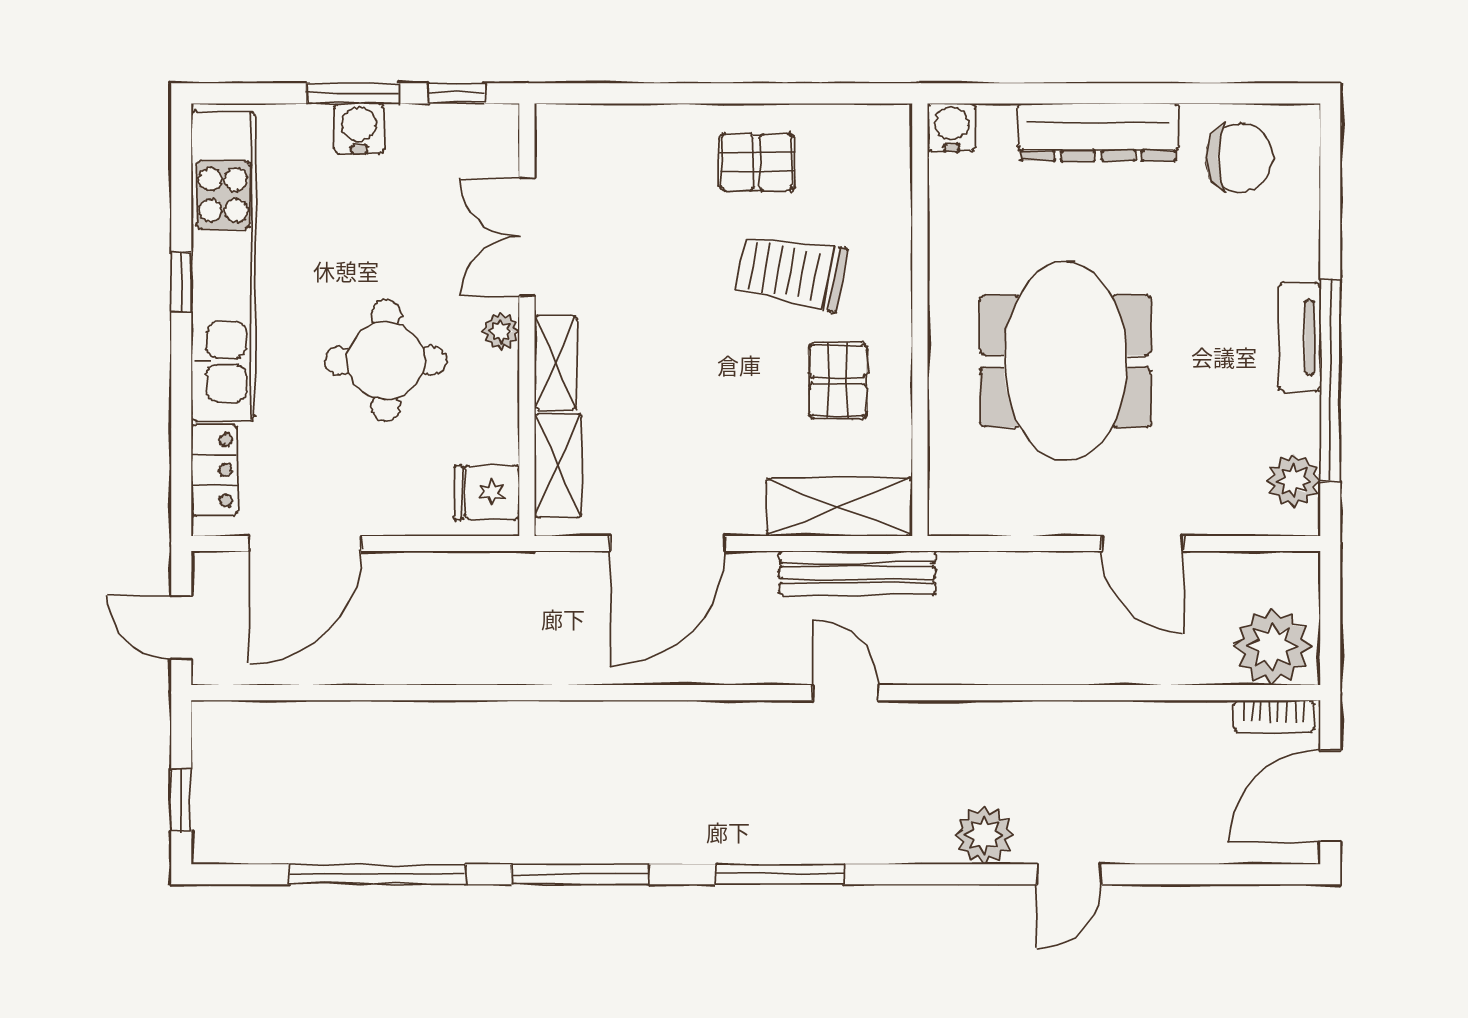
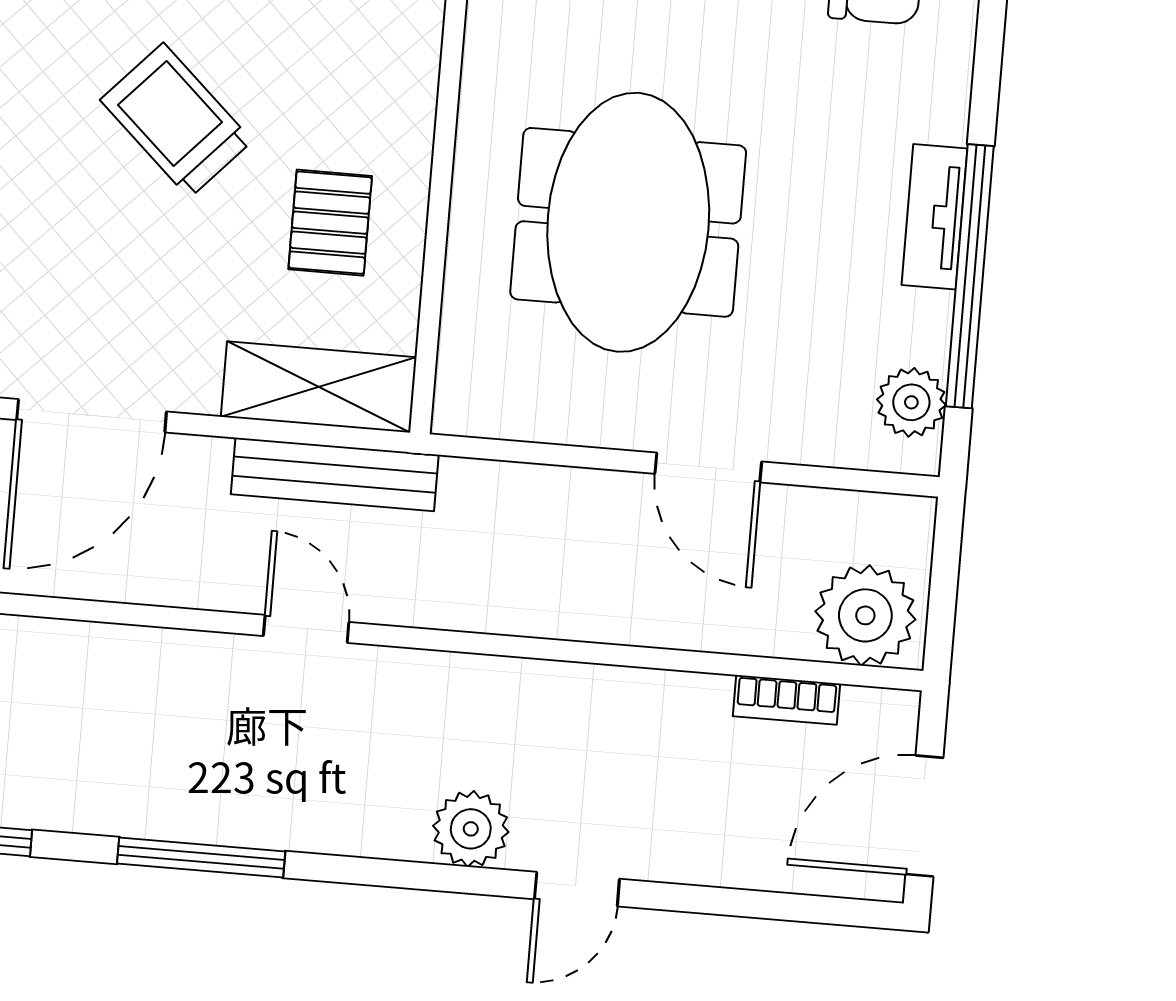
trolley: (791, 272) -> (176, 120), moved, turned 33
bookcase: (1274, 716) -> (787, 700), moved

